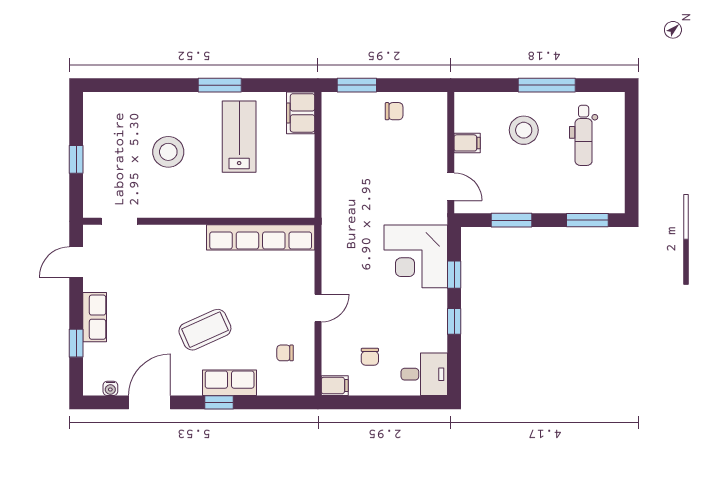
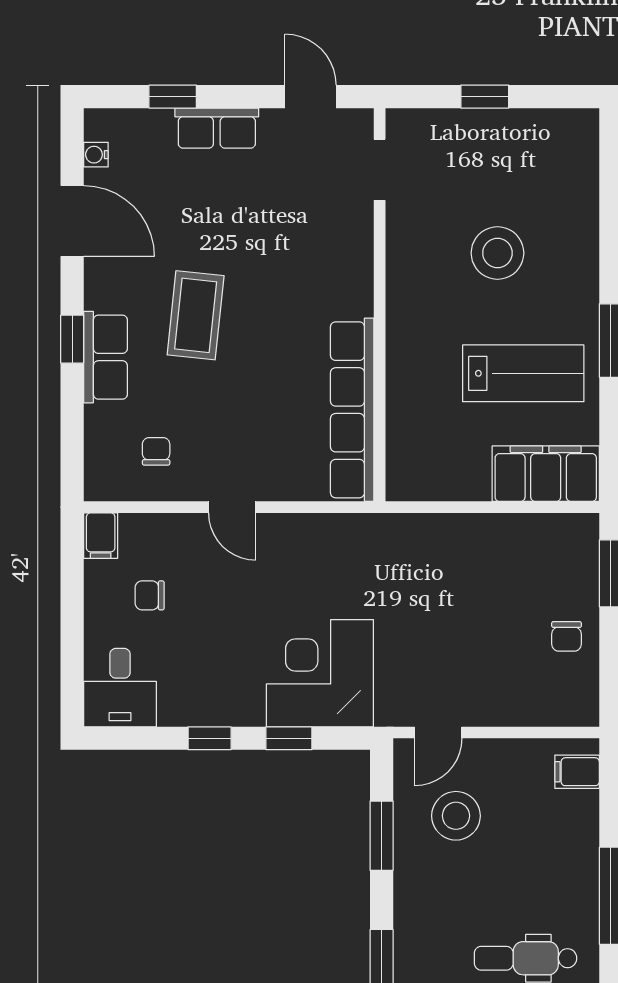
filing cabinet: (301, 113) -> (546, 474), width x1.50, depth x1.17
stool: (524, 130) -> (456, 816), moved
filing cabinet: (467, 143) -> (577, 772), moved, turned 90
coffee table: (205, 330) -> (196, 315), turned 30

